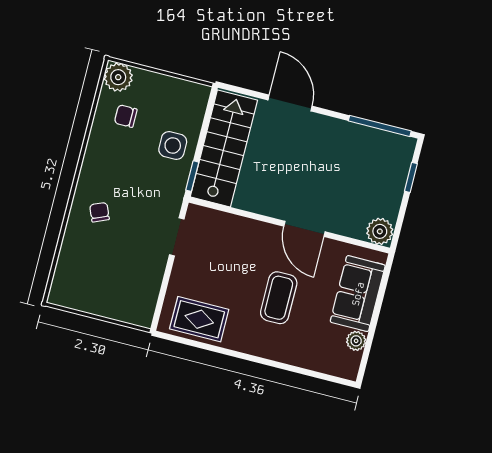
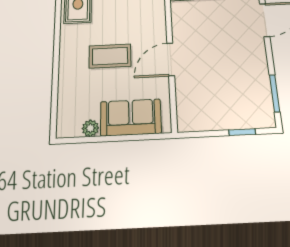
window: (380, 126) -> (275, 93), width x0.69
plant: (380, 231) -> (188, 120), removed

